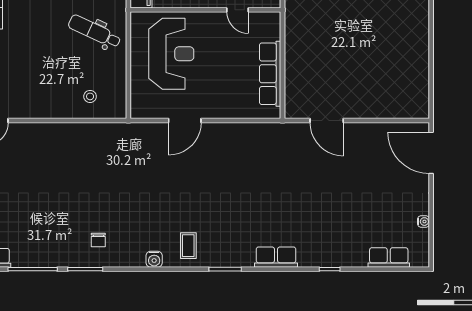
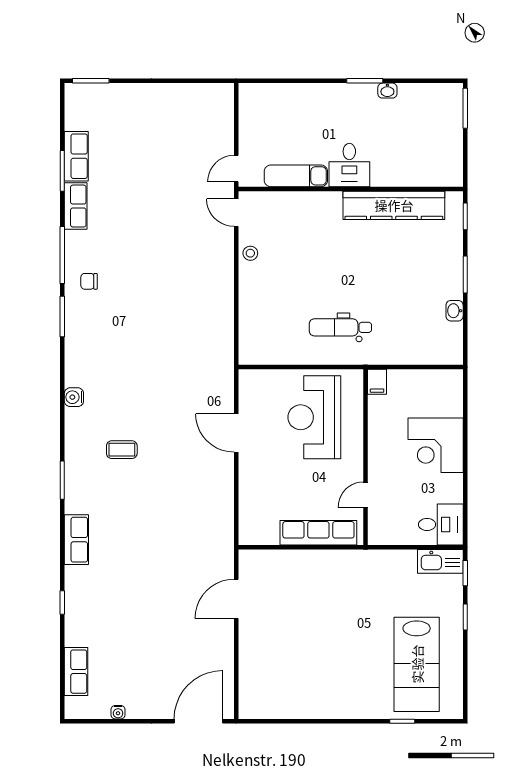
dental chair: (94, 31) -> (340, 327), turned -115
reception desk: (171, 54) -> (314, 417), turned 90
row of seats: (270, 74) -> (318, 533), moved
stool: (90, 96) -> (250, 253), moved
chair: (98, 240) -> (89, 281), moved
coffee table: (188, 246) -> (122, 450), moved

